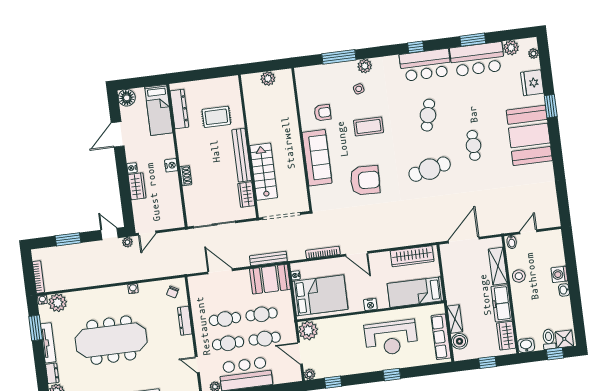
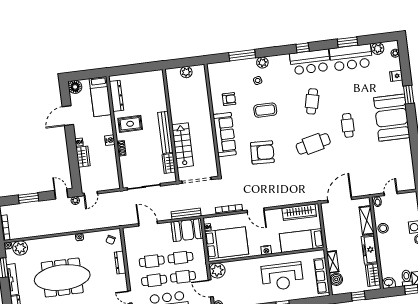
fridge: (532, 83) -> (396, 76), width x0.53, depth x0.75
rug: (216, 117) -> (130, 124), moved

